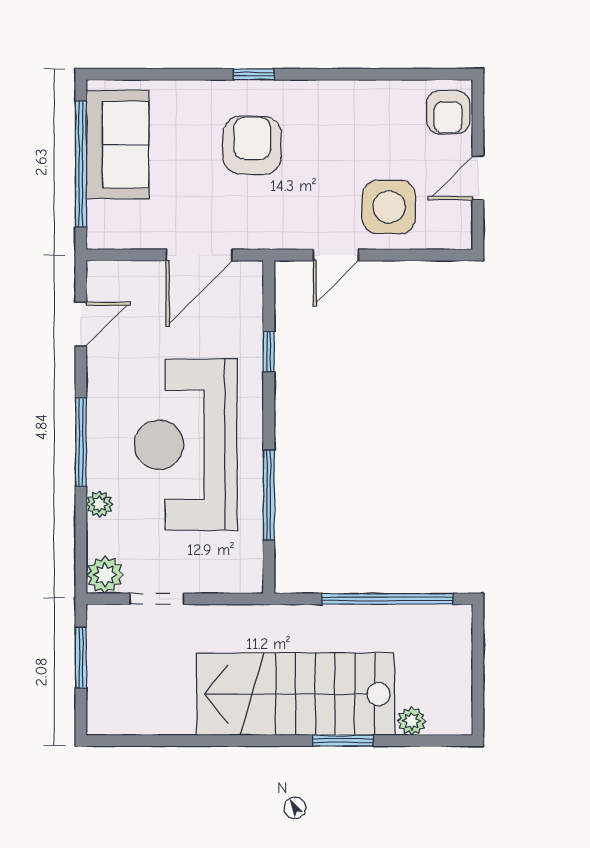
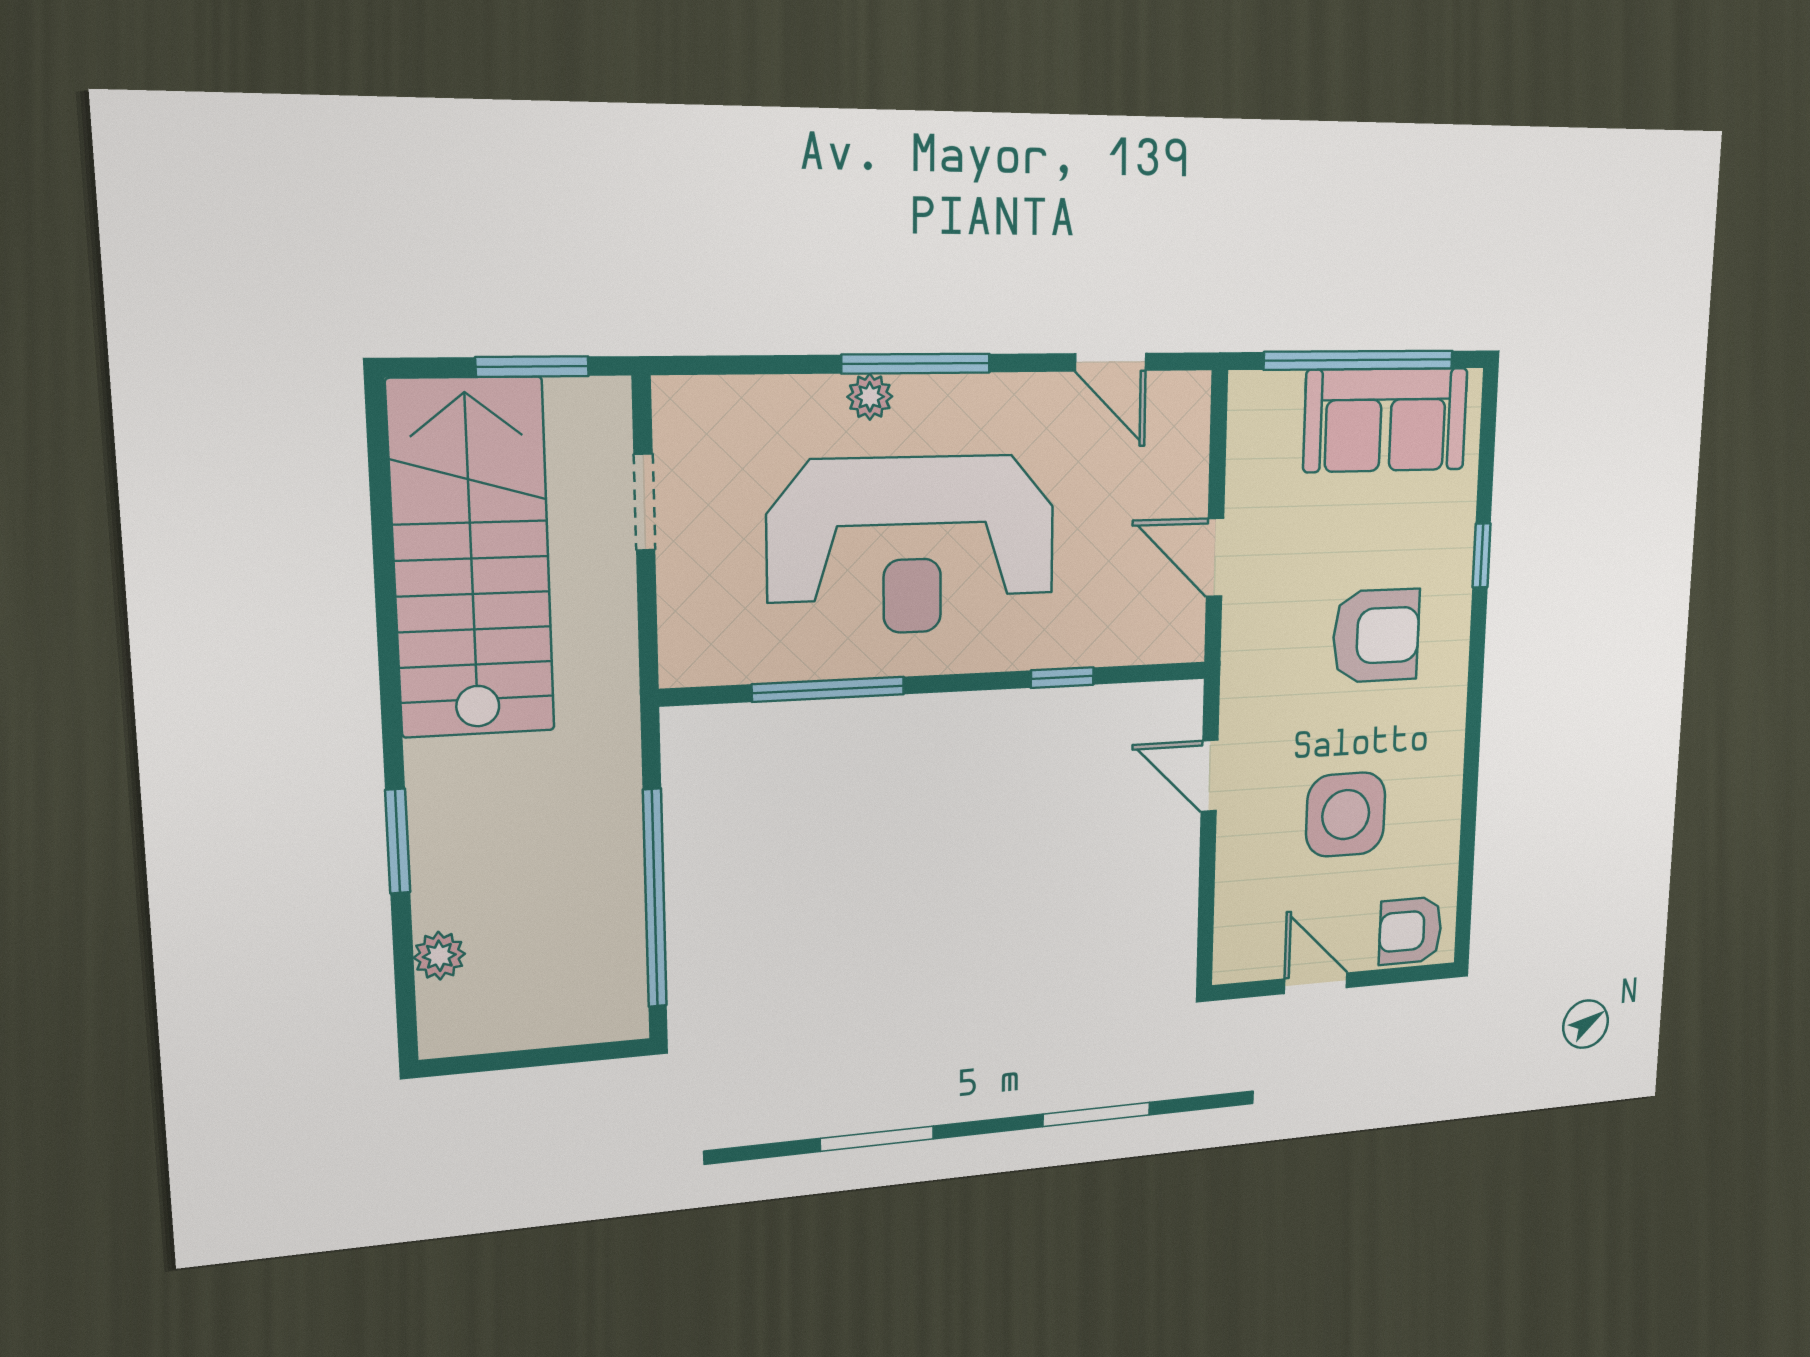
window: (254, 74) -> (1482, 556), moved
side table: (389, 207) -> (1346, 815), moved
door: (199, 255) -> (1215, 557), width x0.73
reception desk: (186, 445) -> (912, 545), turned 180
plant: (99, 504) -> (870, 397), moved
plant: (105, 575) -> (685, 409), removed
stairs: (296, 694) -> (472, 558), moved

